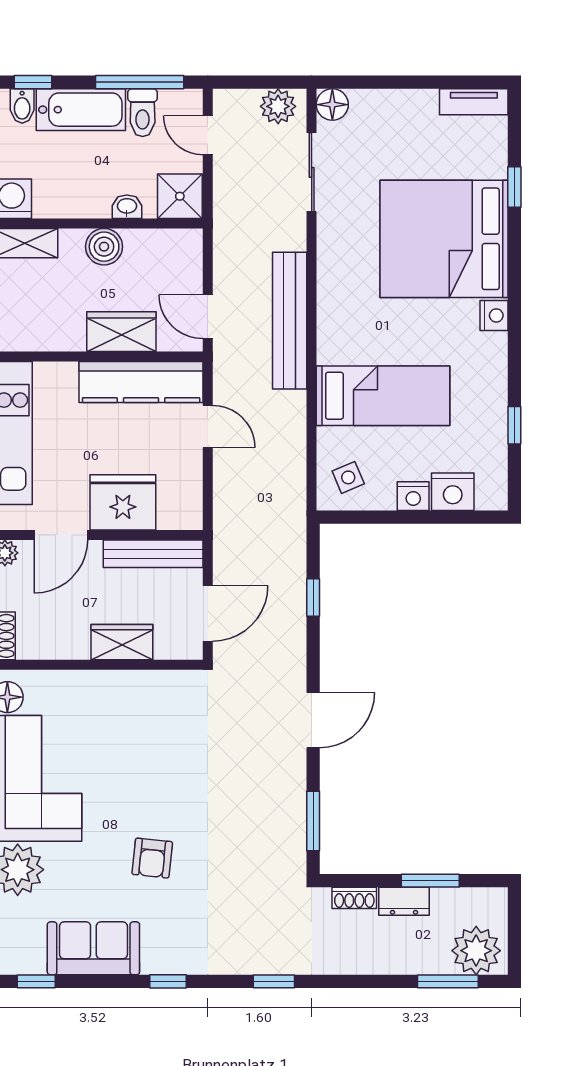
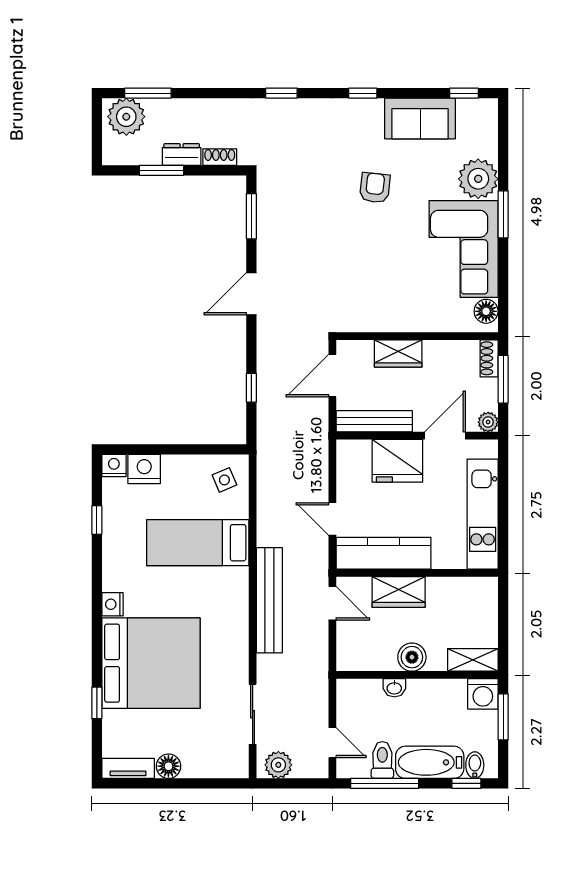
floor lamp: (332, 105) -> (168, 766), moved
shower: (180, 196) -> (354, 696), removed
nightstand: (413, 496) -> (114, 466), moved

